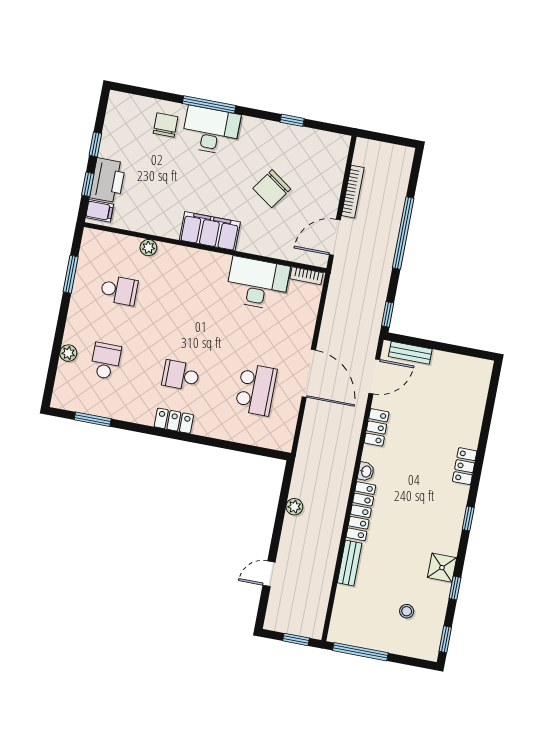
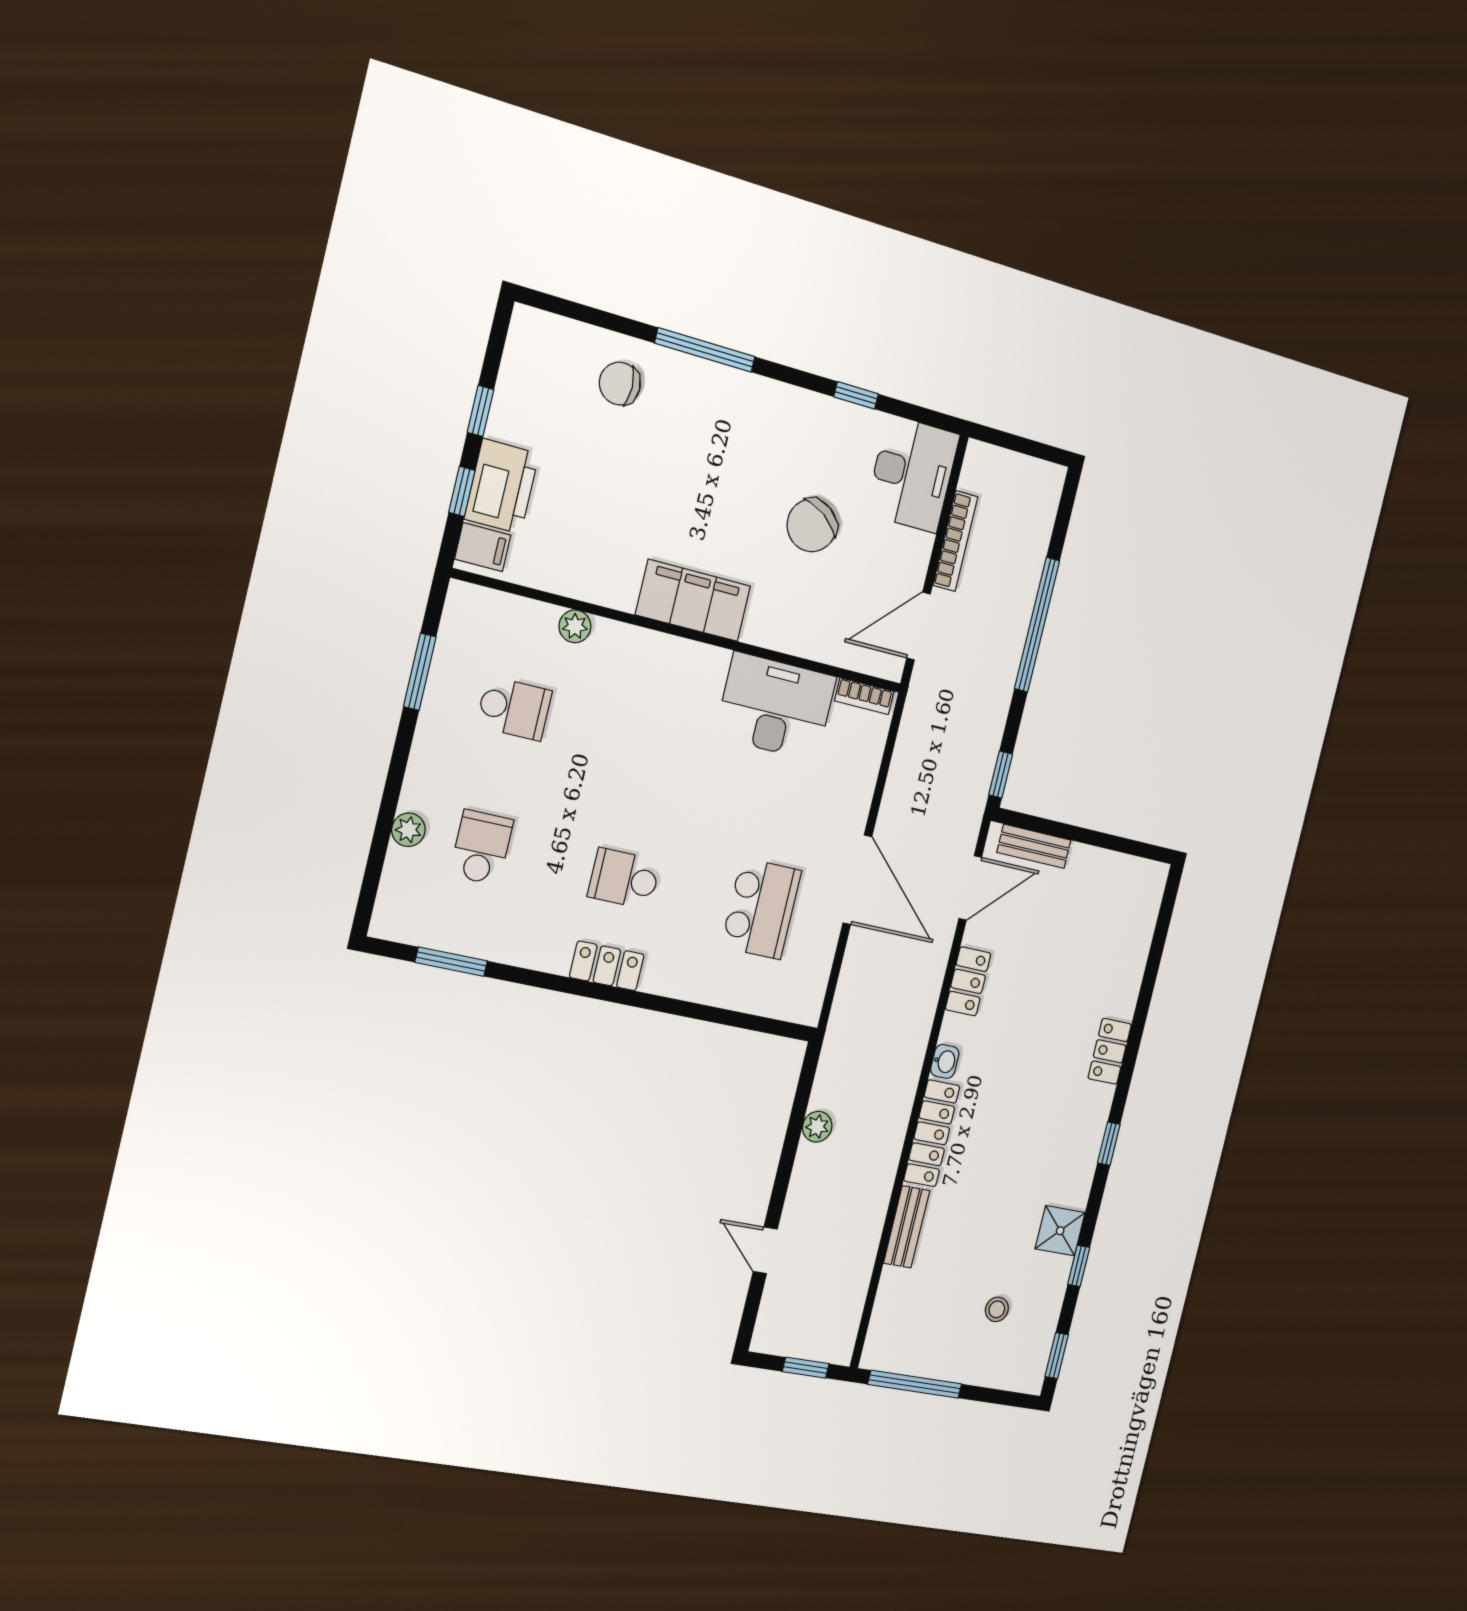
chair: (166, 125) -> (620, 384), turned -90
desk: (211, 130) -> (912, 474), moved, turned 90
door: (269, 574) -> (765, 1250), hinge flipped

